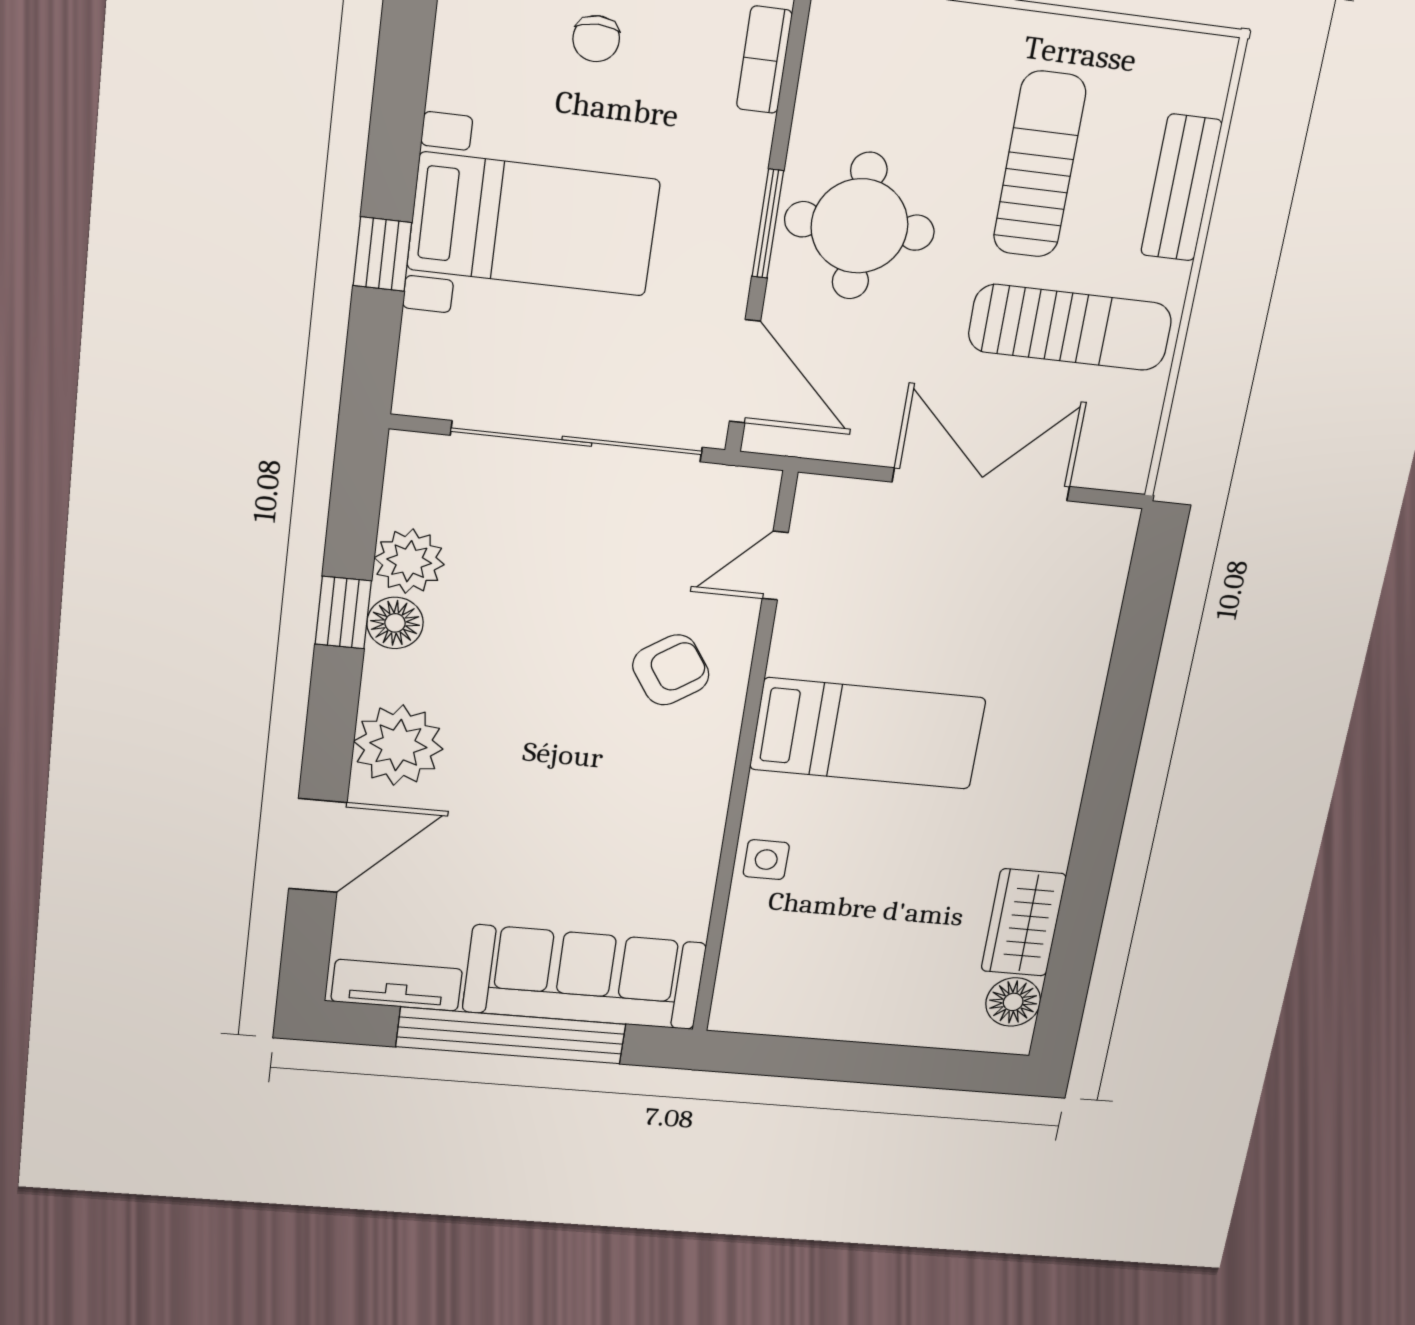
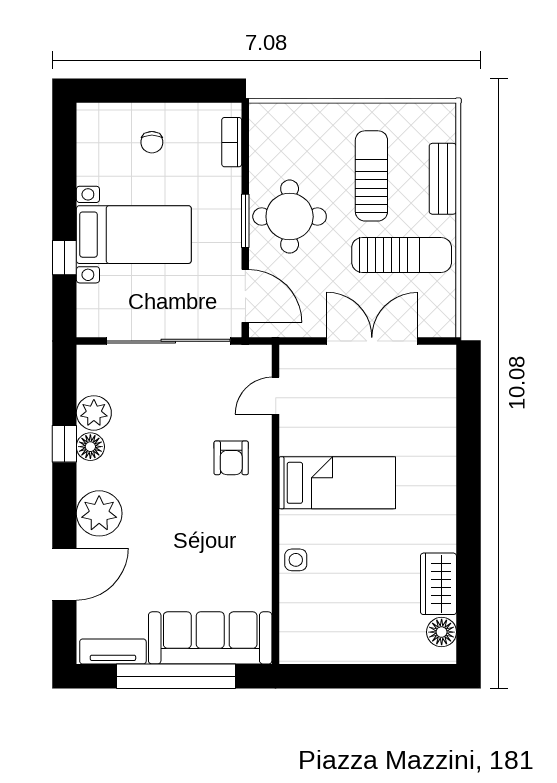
armchair: (671, 670) -> (231, 458), turned 124

